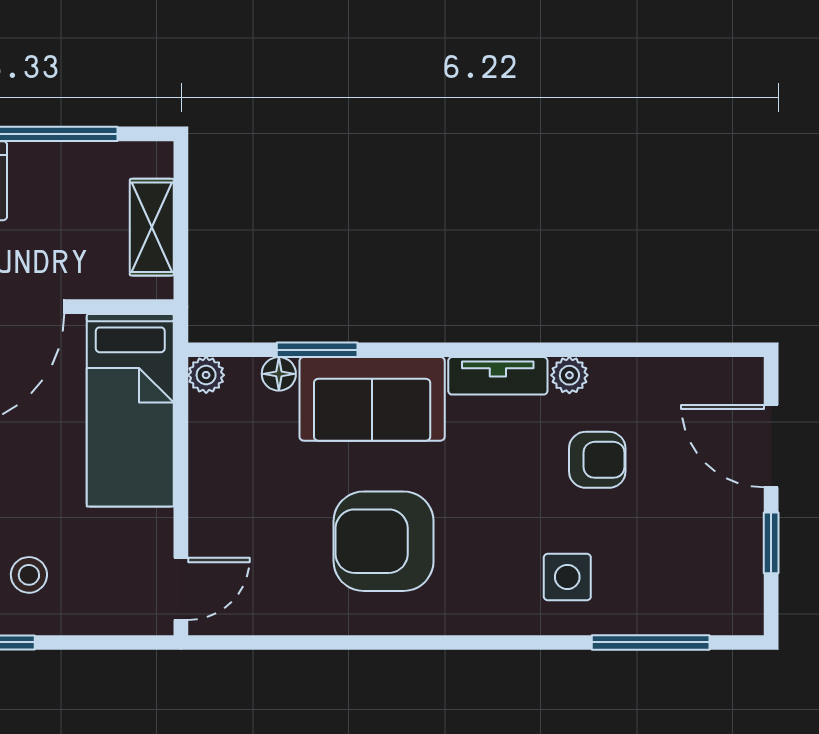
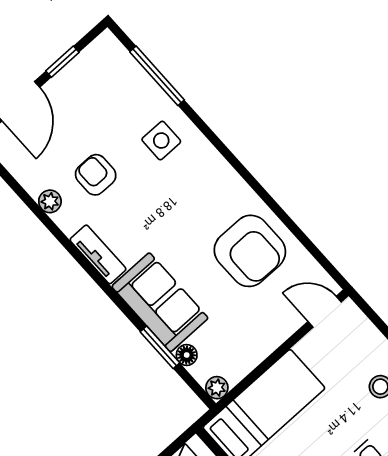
plant: (569, 375) -> (50, 201), moved
armchair: (384, 541) -> (250, 251), moved

